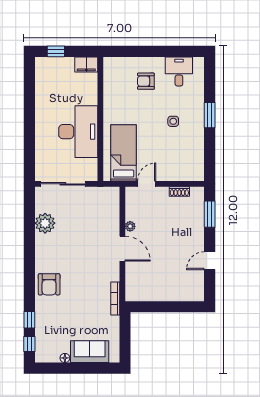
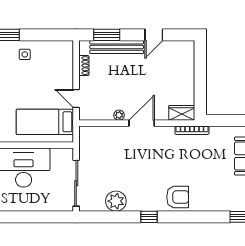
side table: (173, 121) -> (25, 54), moved
bench: (198, 224) -> (117, 47), added
door: (210, 261) -> (154, 35), hinge flipped
wardrobe: (132, 288) -> (182, 113), added
window: (29, 320) -> (149, 217), moved

